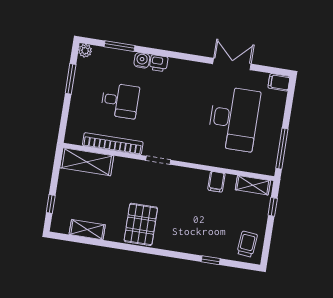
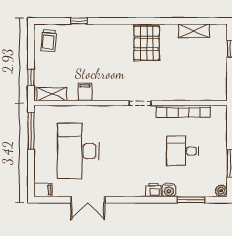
shelving: (87, 162) -> (204, 92), removed

